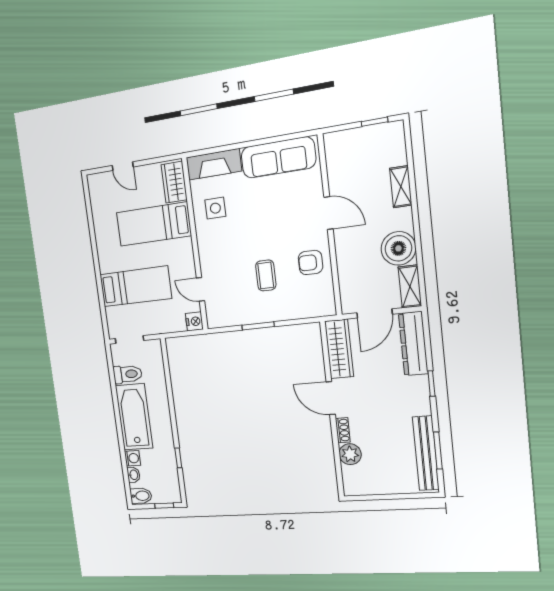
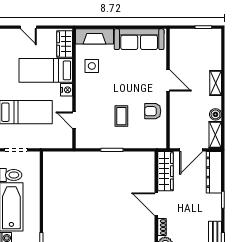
shelving: (401, 187) -> (216, 83), moved
boiler: (398, 248) -> (215, 114), width x0.54, depth x0.54
nightstand: (194, 321) -> (67, 90), moved

